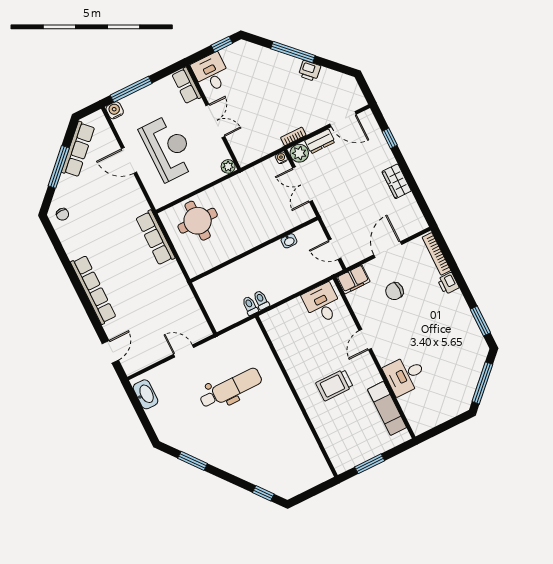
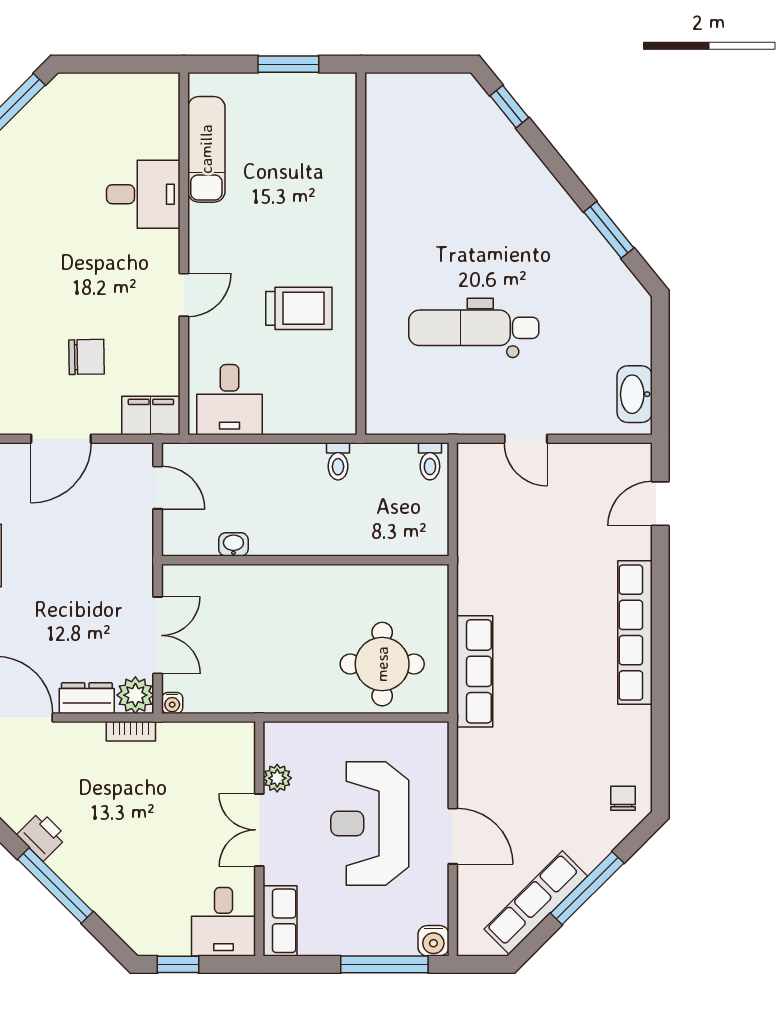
plant: (228, 166) -> (277, 778), moved
toilet: (250, 306) -> (430, 461), moved
trolley: (334, 385) -> (299, 308), moved

